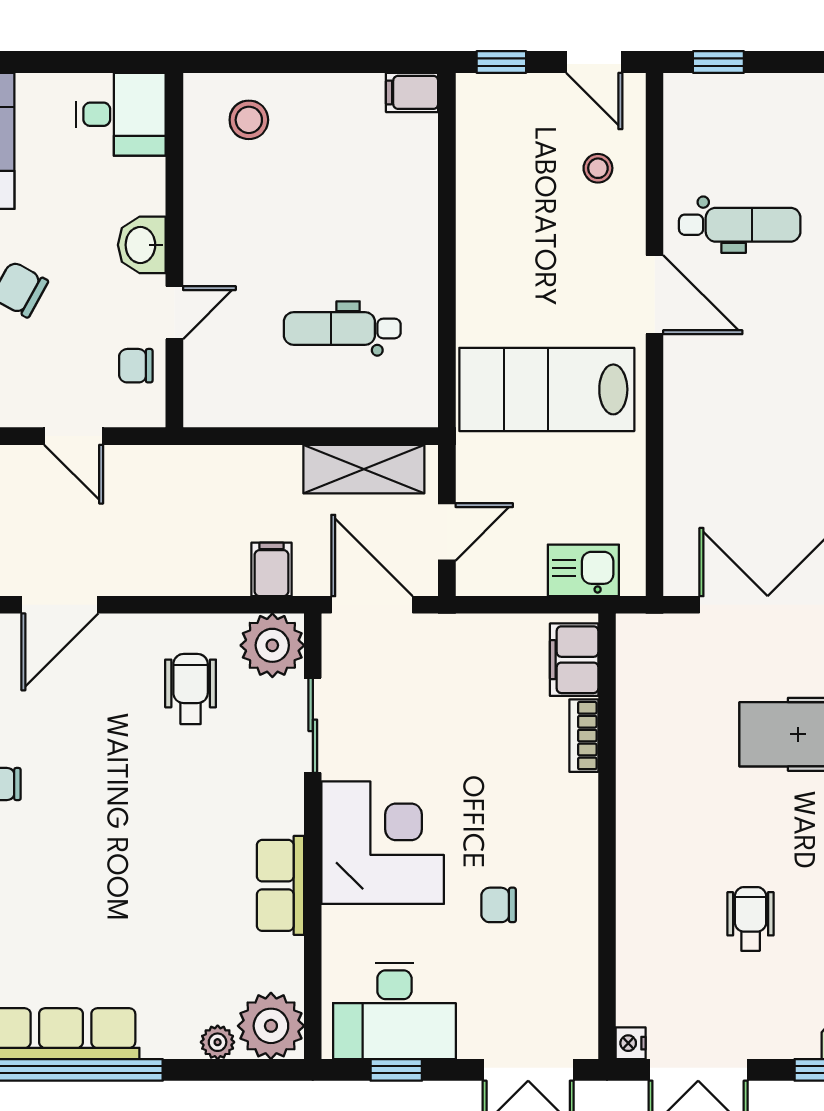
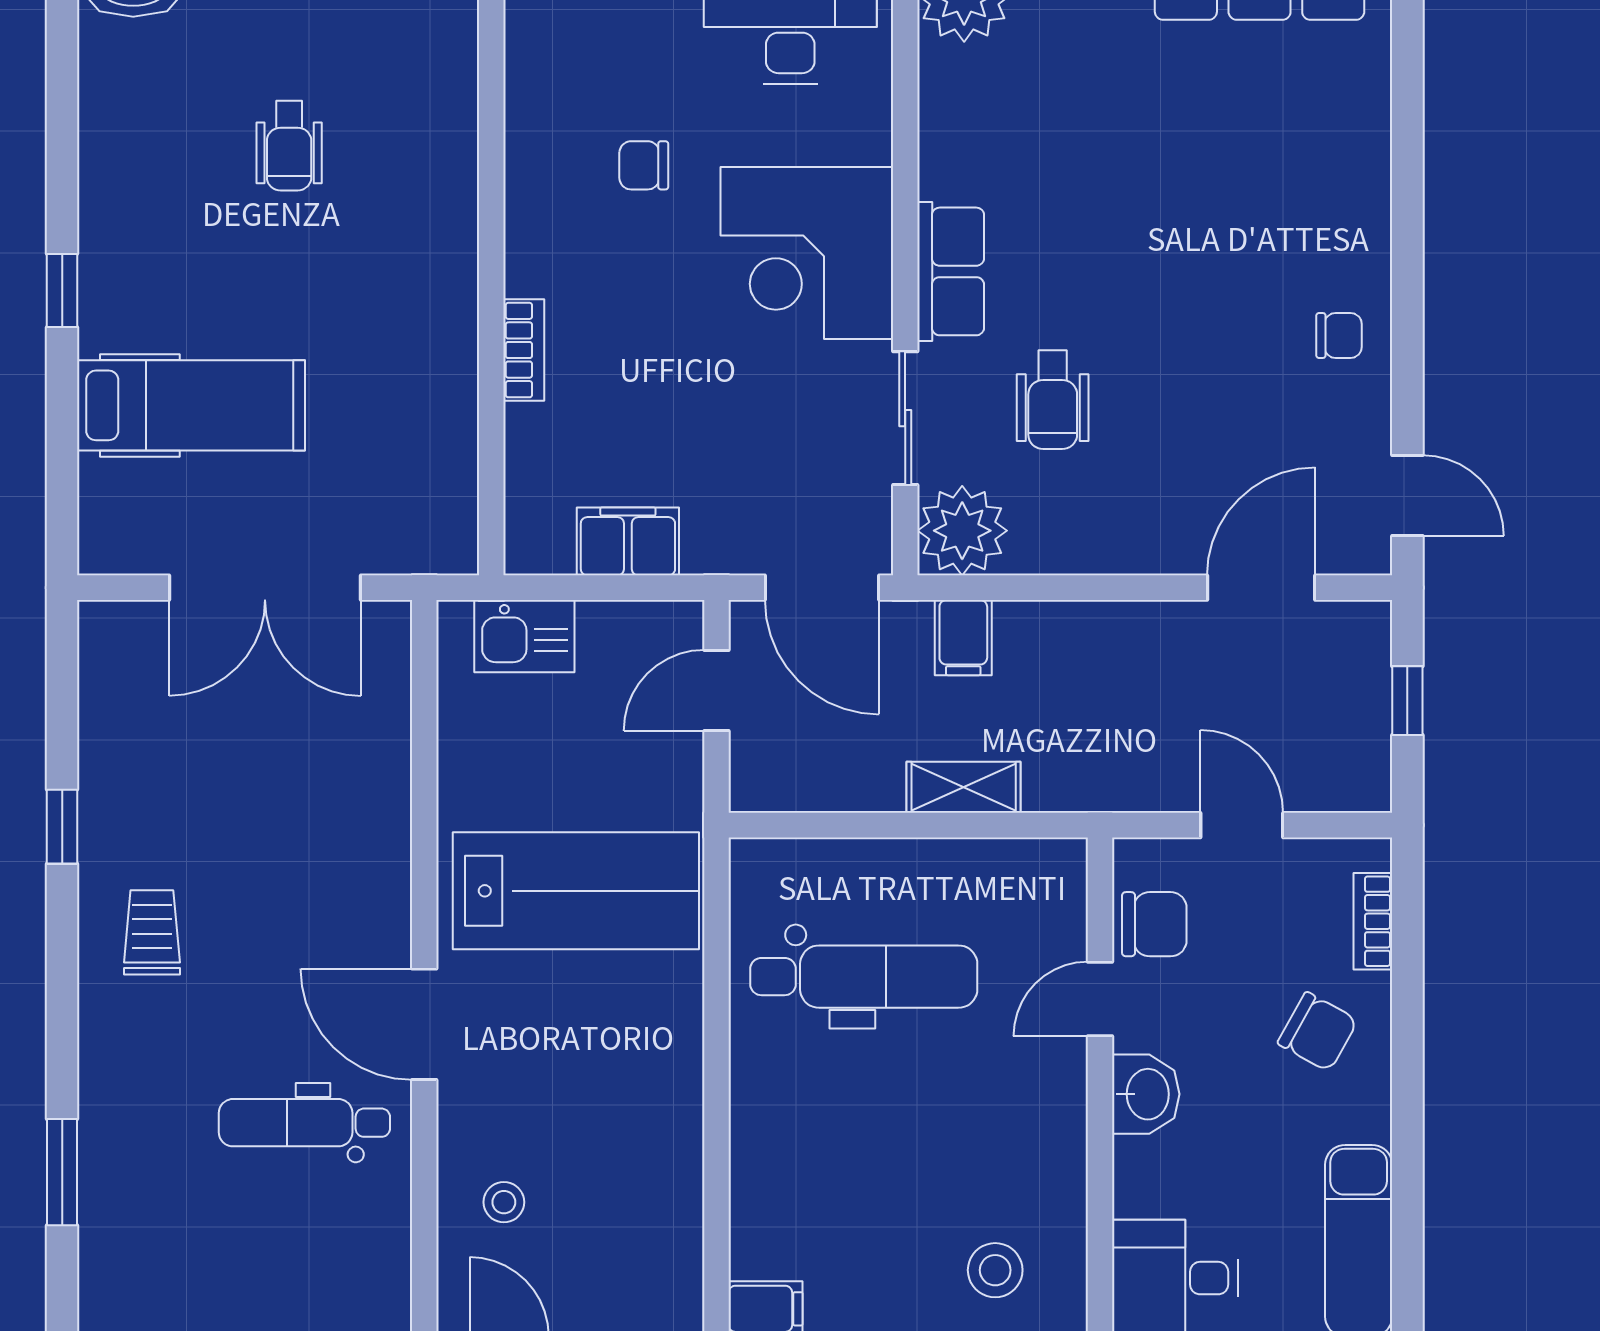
dental chair: (342, 328) -> (864, 977), width x1.36, depth x1.38
chair: (136, 366) -> (1154, 924), width x1.37, depth x1.37
shelving: (364, 469) -> (964, 787), moved, width x0.67, depth x0.75
filing cabinet: (574, 660) -> (628, 541), moved, turned -90
wheelchair: (191, 689) -> (1053, 400), moved
bookcase: (584, 736) -> (524, 350), moved
row of seats: (280, 885) -> (951, 271), moved
chair: (499, 905) -> (644, 165), turned 180

